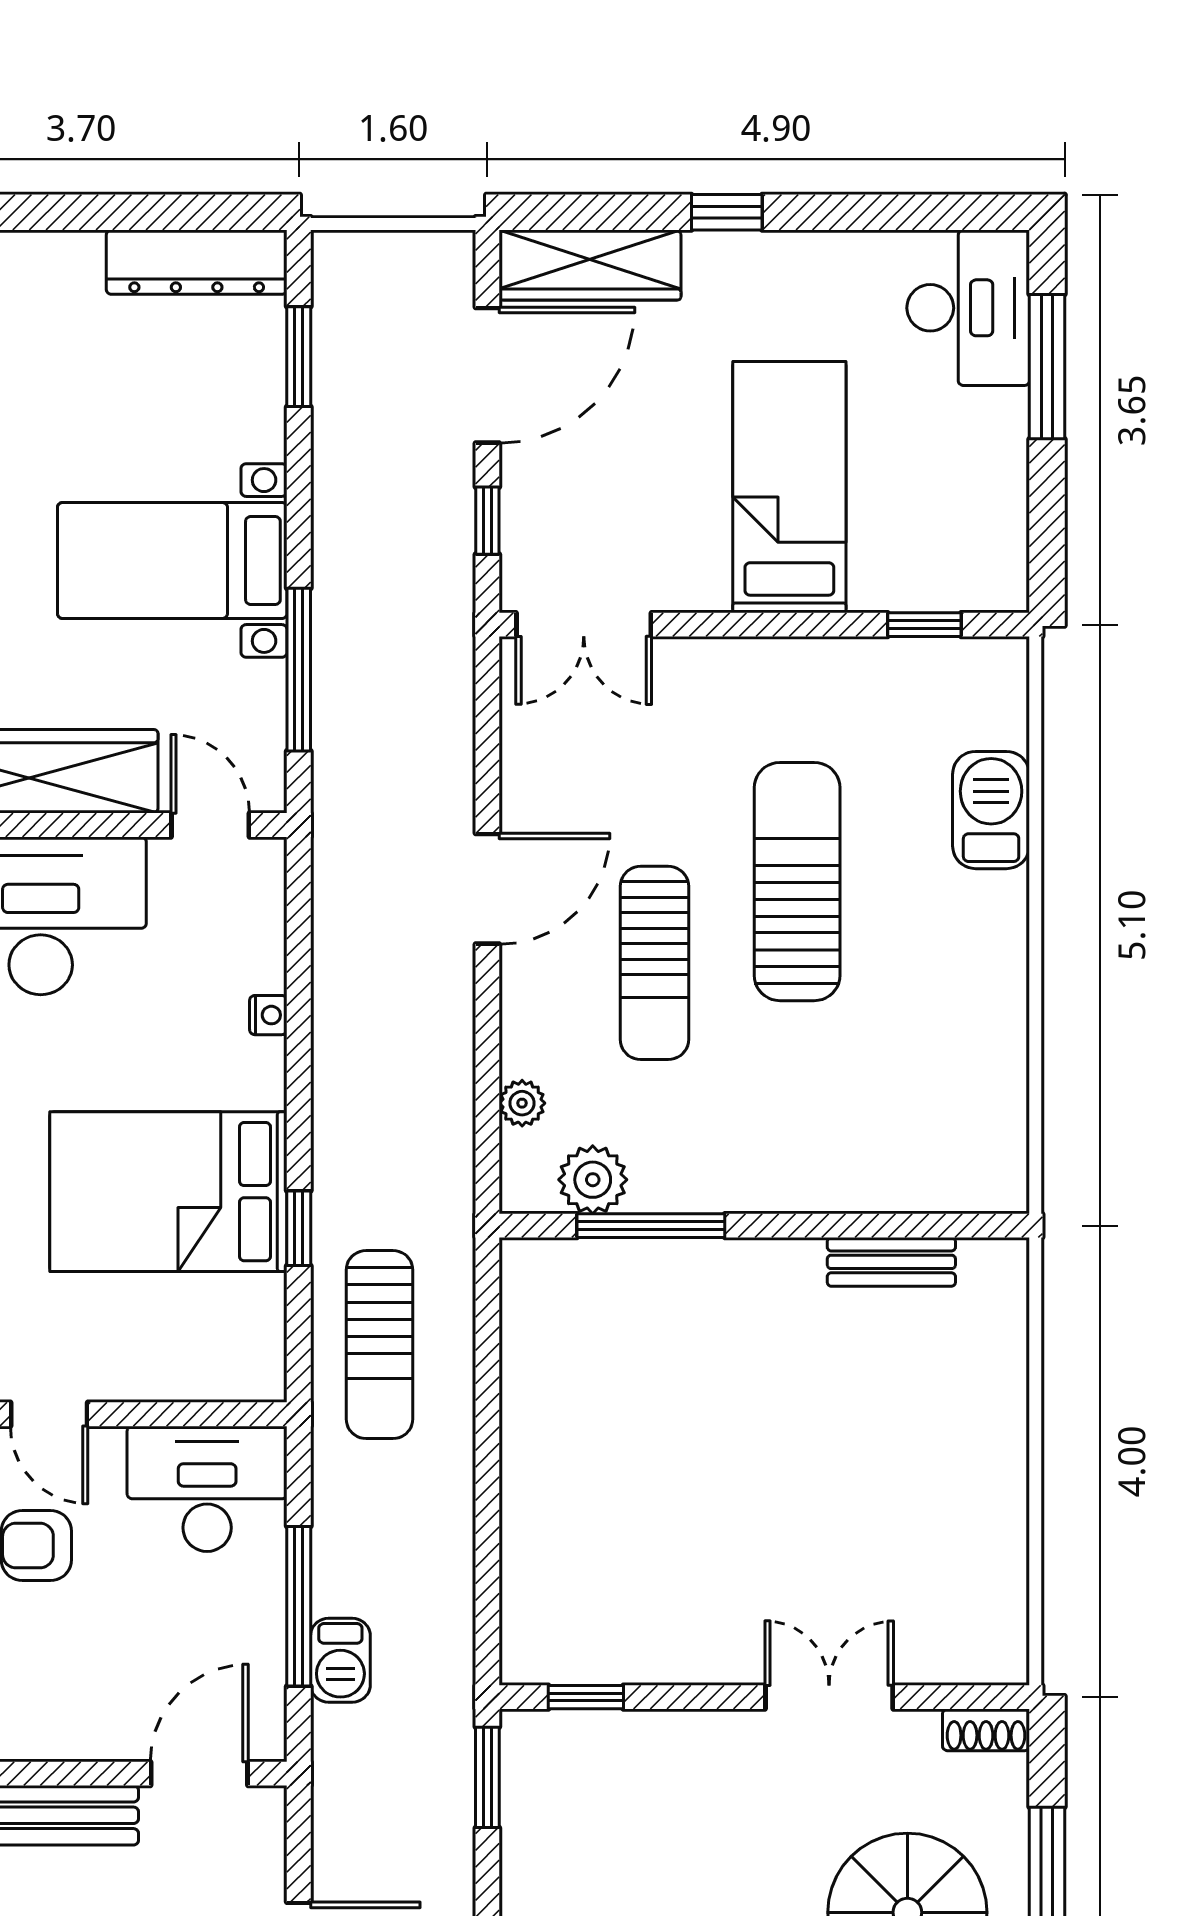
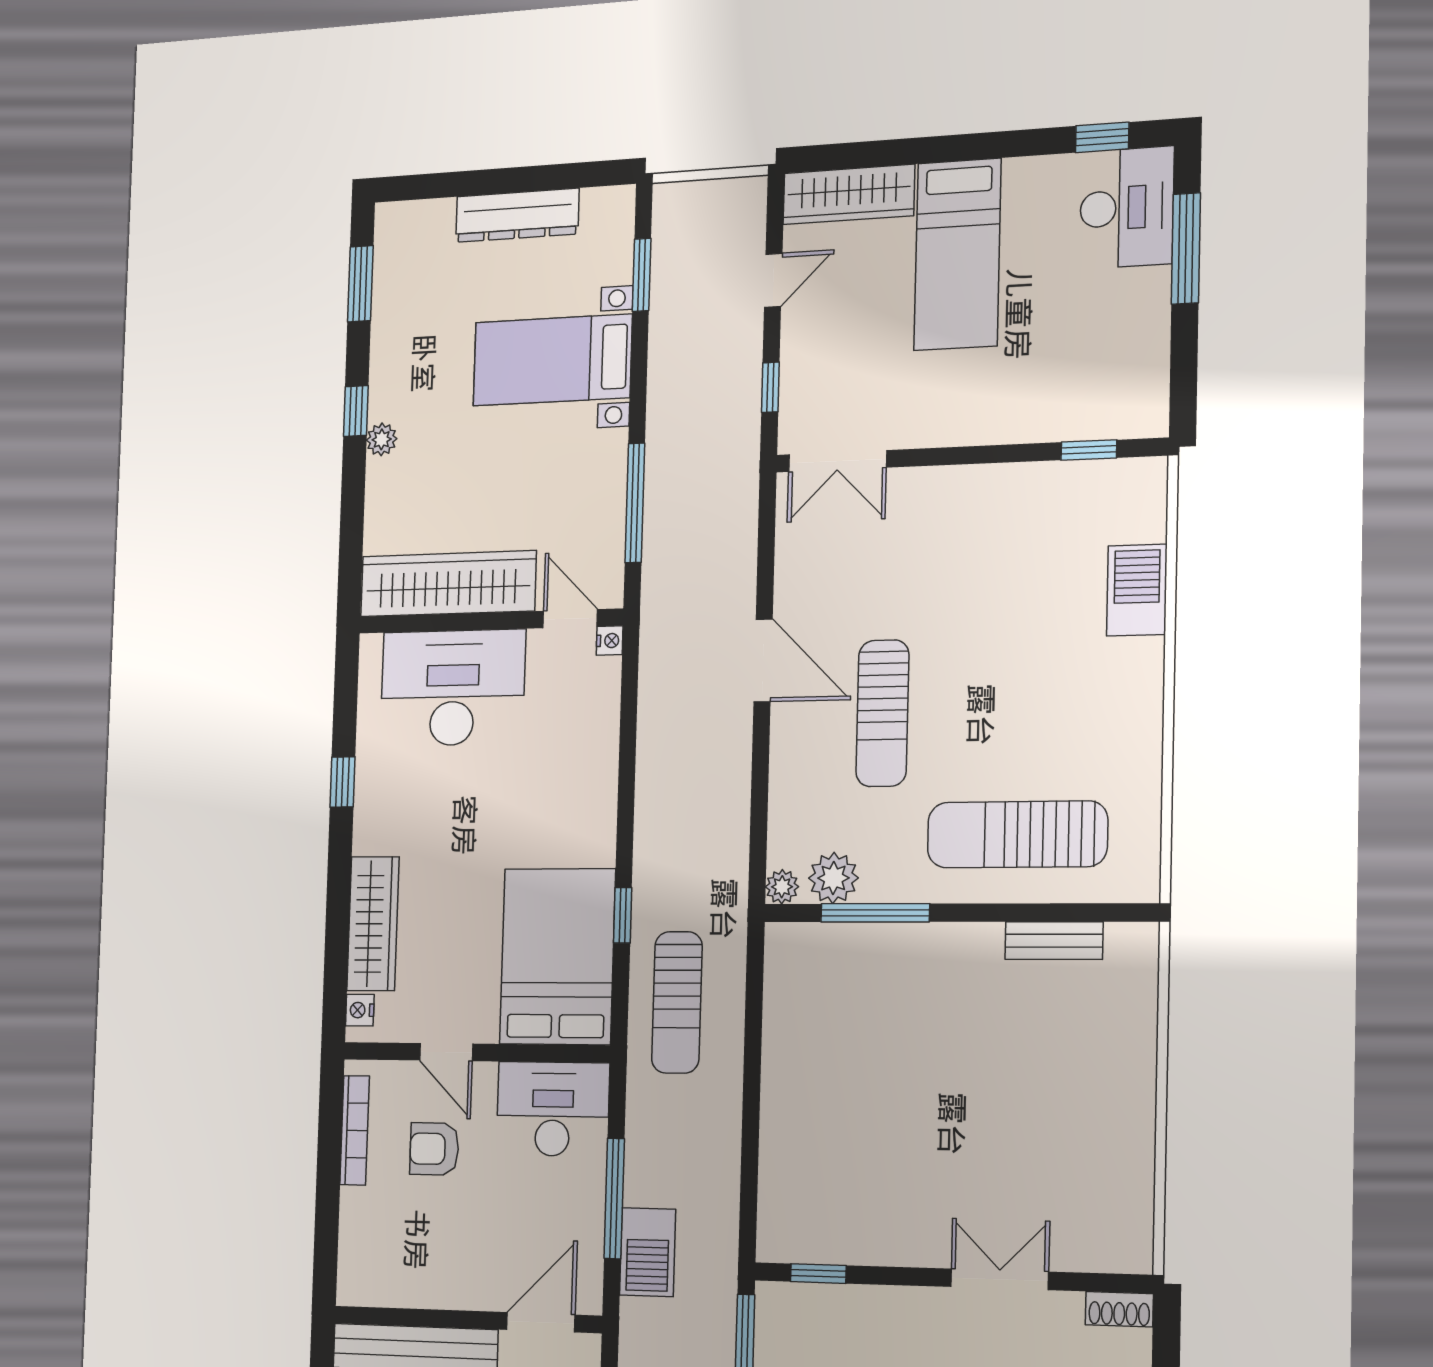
window: (727, 212) -> (1102, 137), moved
dresser: (197, 262) -> (517, 215), moved
door: (487, 375) -> (773, 280), width x0.53
bed: (789, 487) -> (957, 254), moved, turned 180
bed with nightstands: (172, 560) -> (552, 360), moved
sun lounger: (797, 882) -> (1017, 834), moved, turned -90
door: (487, 889) -> (763, 660), hinge flipped
nightstand: (268, 1015) -> (610, 641), moved
plant: (522, 1103) -> (782, 887), moved
bed: (168, 1192) -> (557, 956), moved, turned 90
barbecue: (340, 1660) -> (648, 1252), width x1.38, depth x1.27

